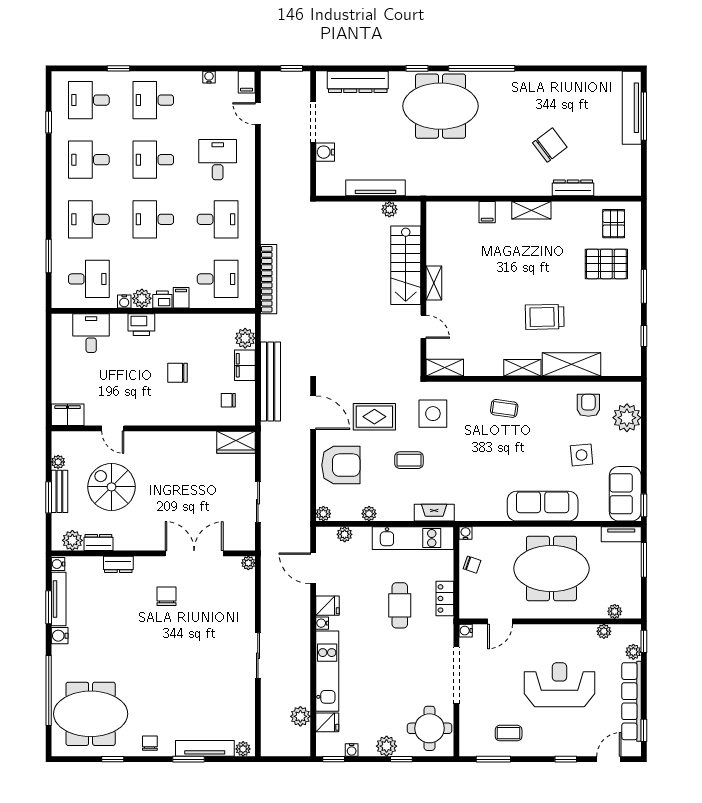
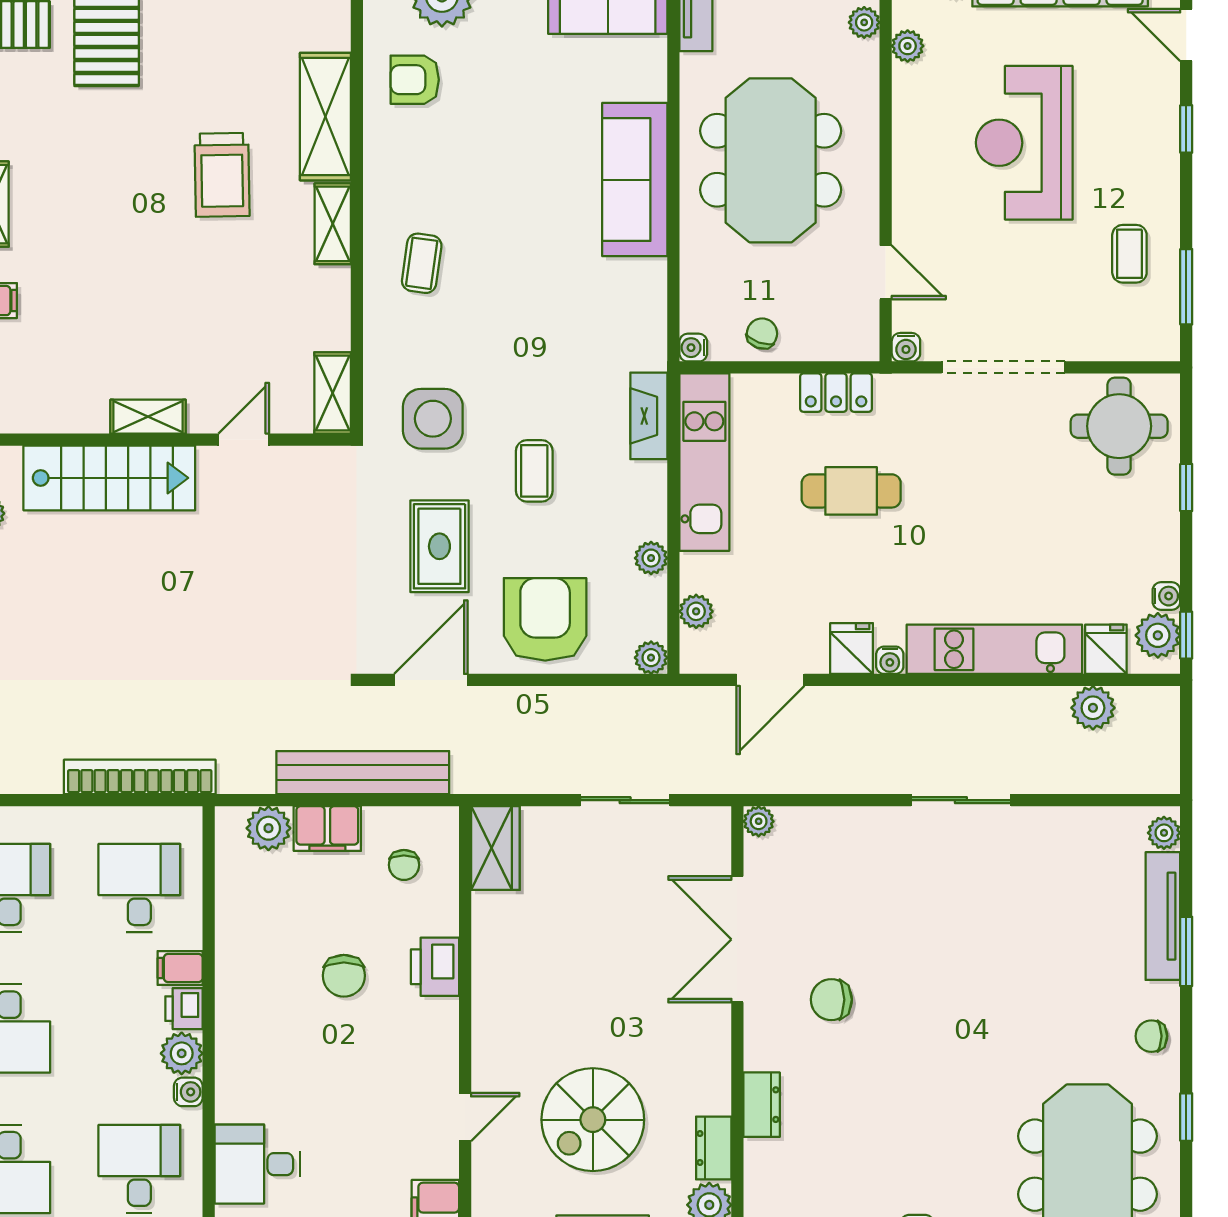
printer: (141, 325) -> (435, 967), moved, turned 180
side table: (582, 455) -> (523, 95), removed
plant: (387, 746) -> (1158, 635), moved

